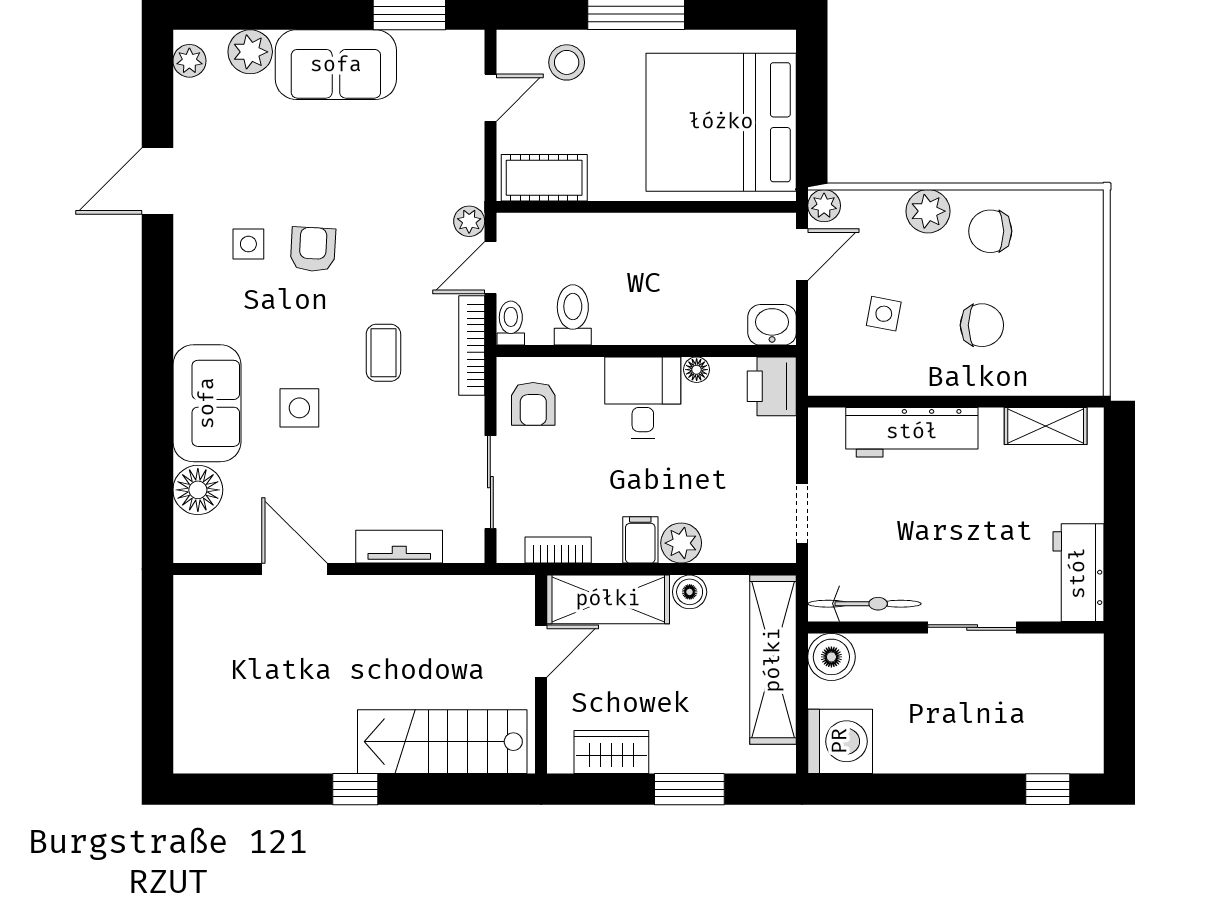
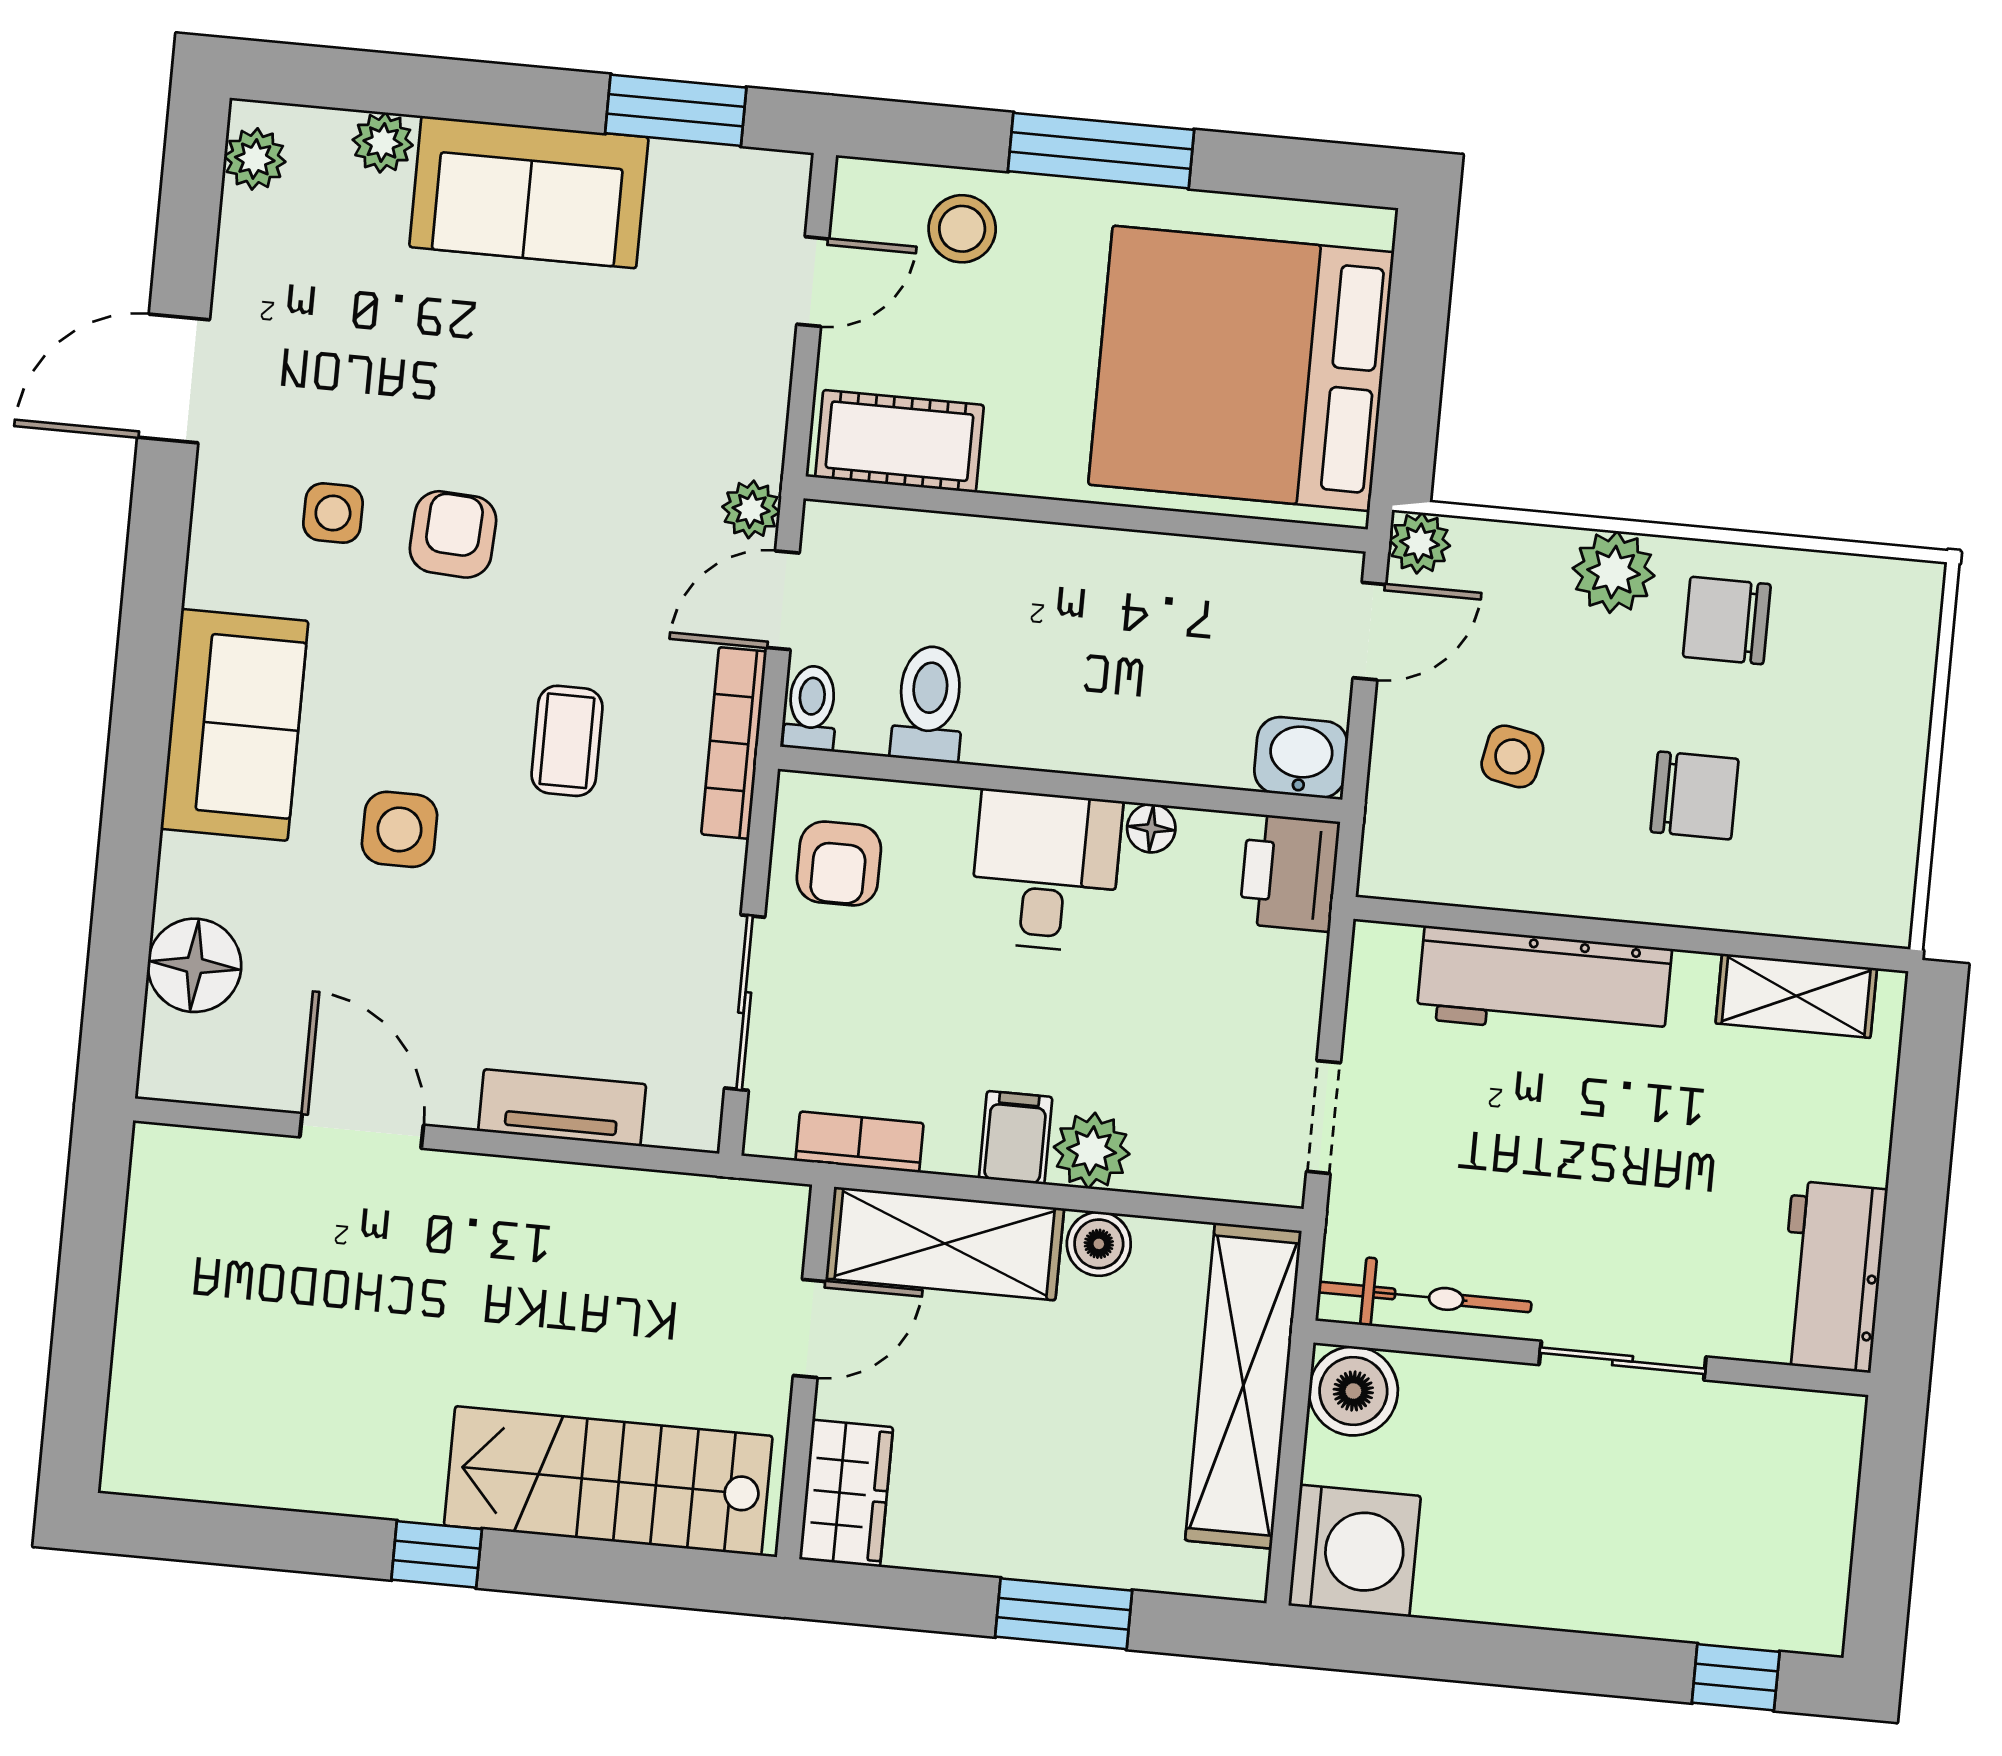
plant: (250, 52) -> (383, 142), width x0.73, depth x0.73
sofa: (207, 403) -> (234, 725), moved
wardrobe: (611, 752) -> (846, 1493), moved, turned 90

